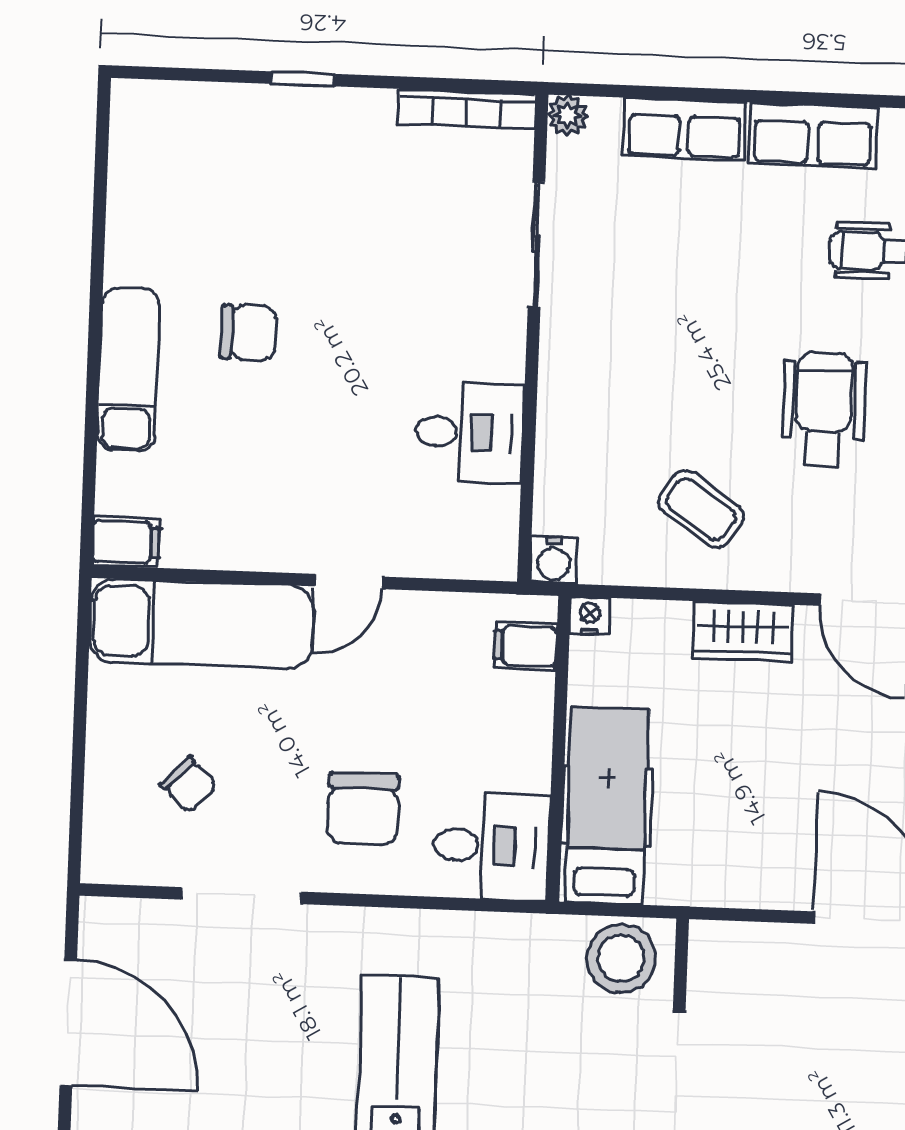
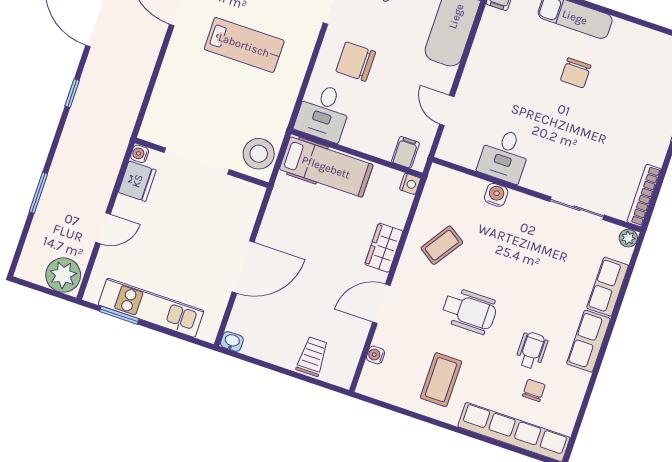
water cooler: (554, 560) -> (496, 195), moved, turned 90
door: (349, 582) -> (447, 110), moved

